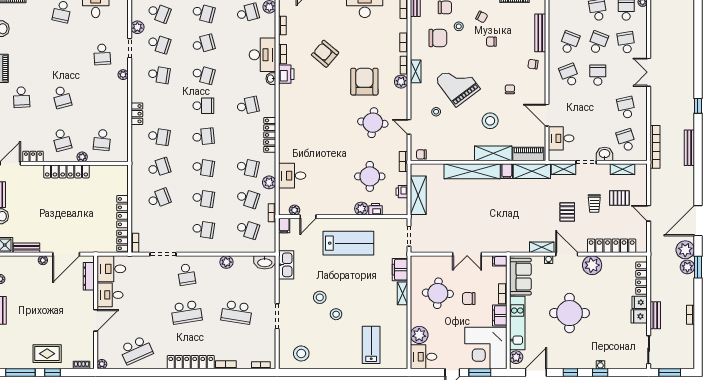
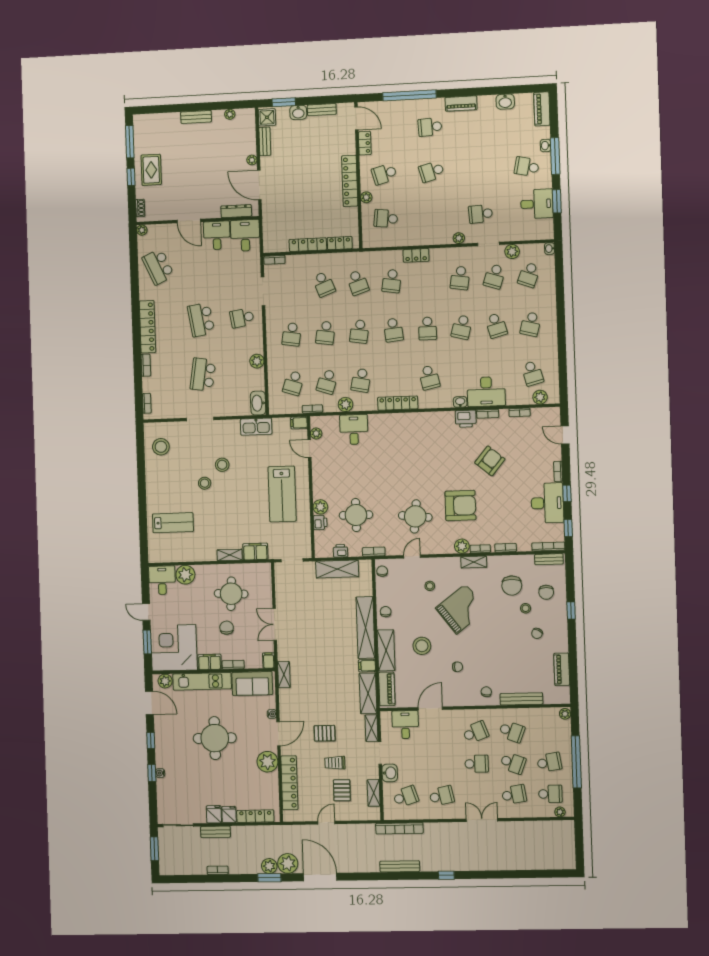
chair: (491, 42) -> (386, 612), moved
locker: (122, 241) -> (340, 243), moved
shelving: (542, 247) -> (284, 675), moved

